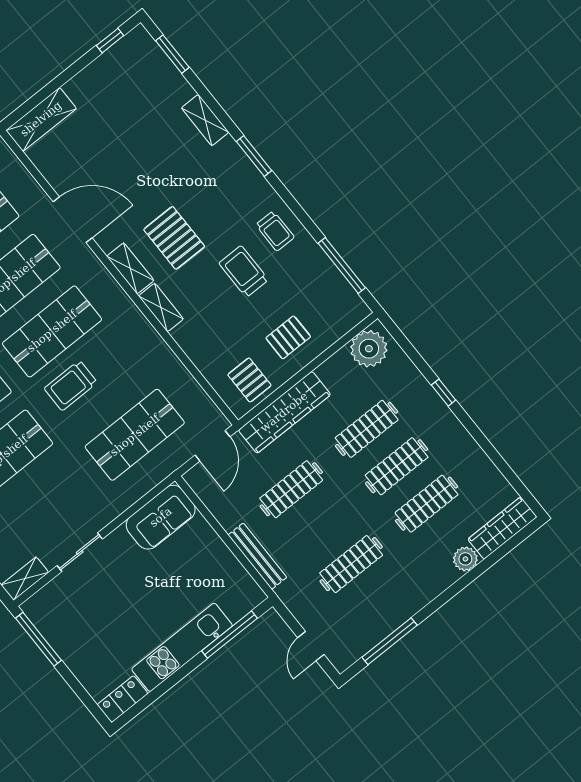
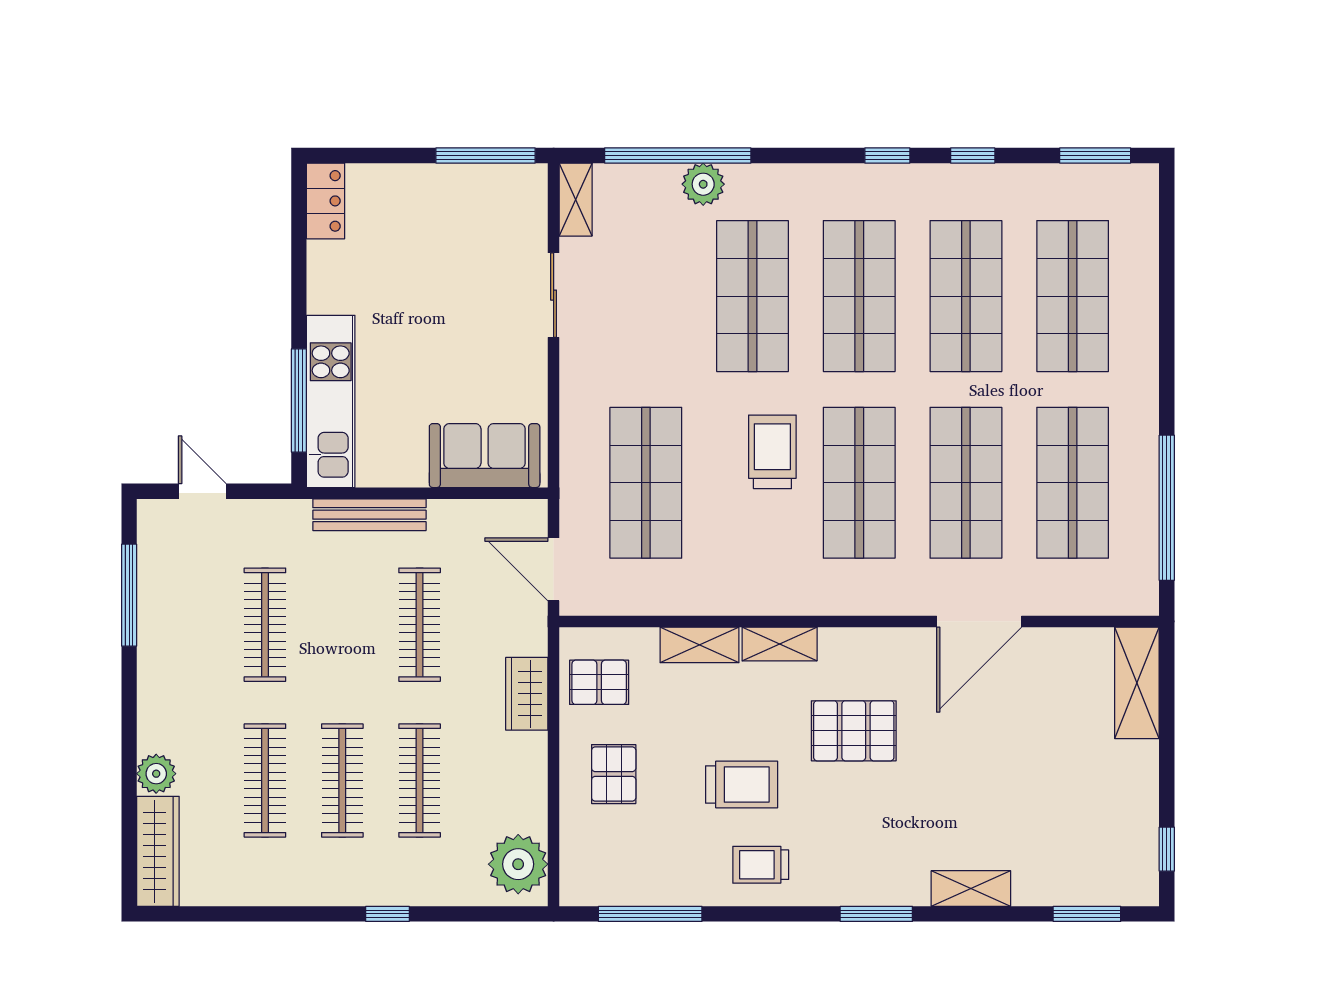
shelving: (130, 268) -> (700, 645), moved
wardrobe: (284, 412) -> (527, 694), width x0.48, depth x0.85
sofa: (161, 517) -> (485, 456), moved, turned 90
kitchen unit: (182, 647) -> (331, 401), moved

